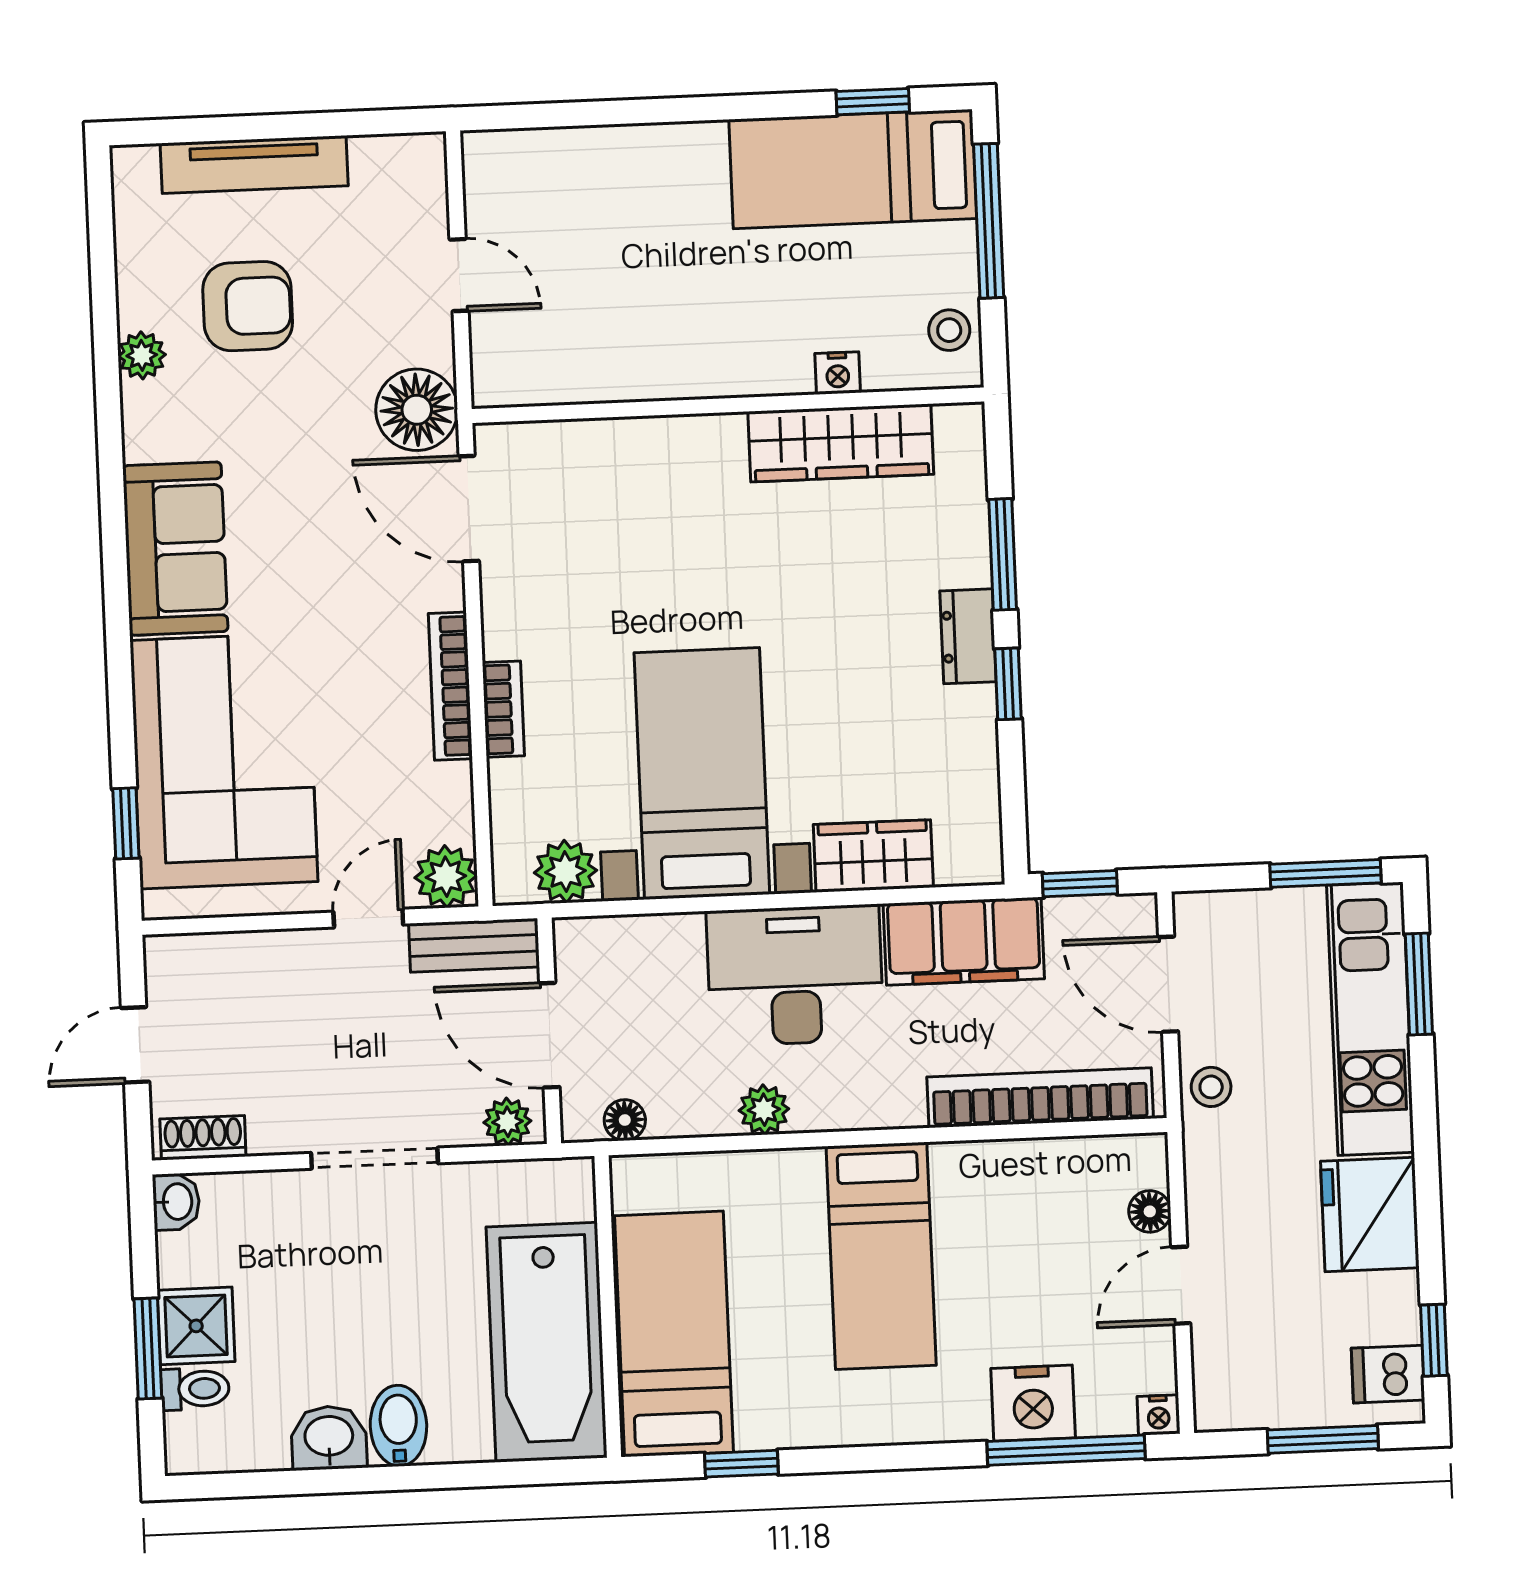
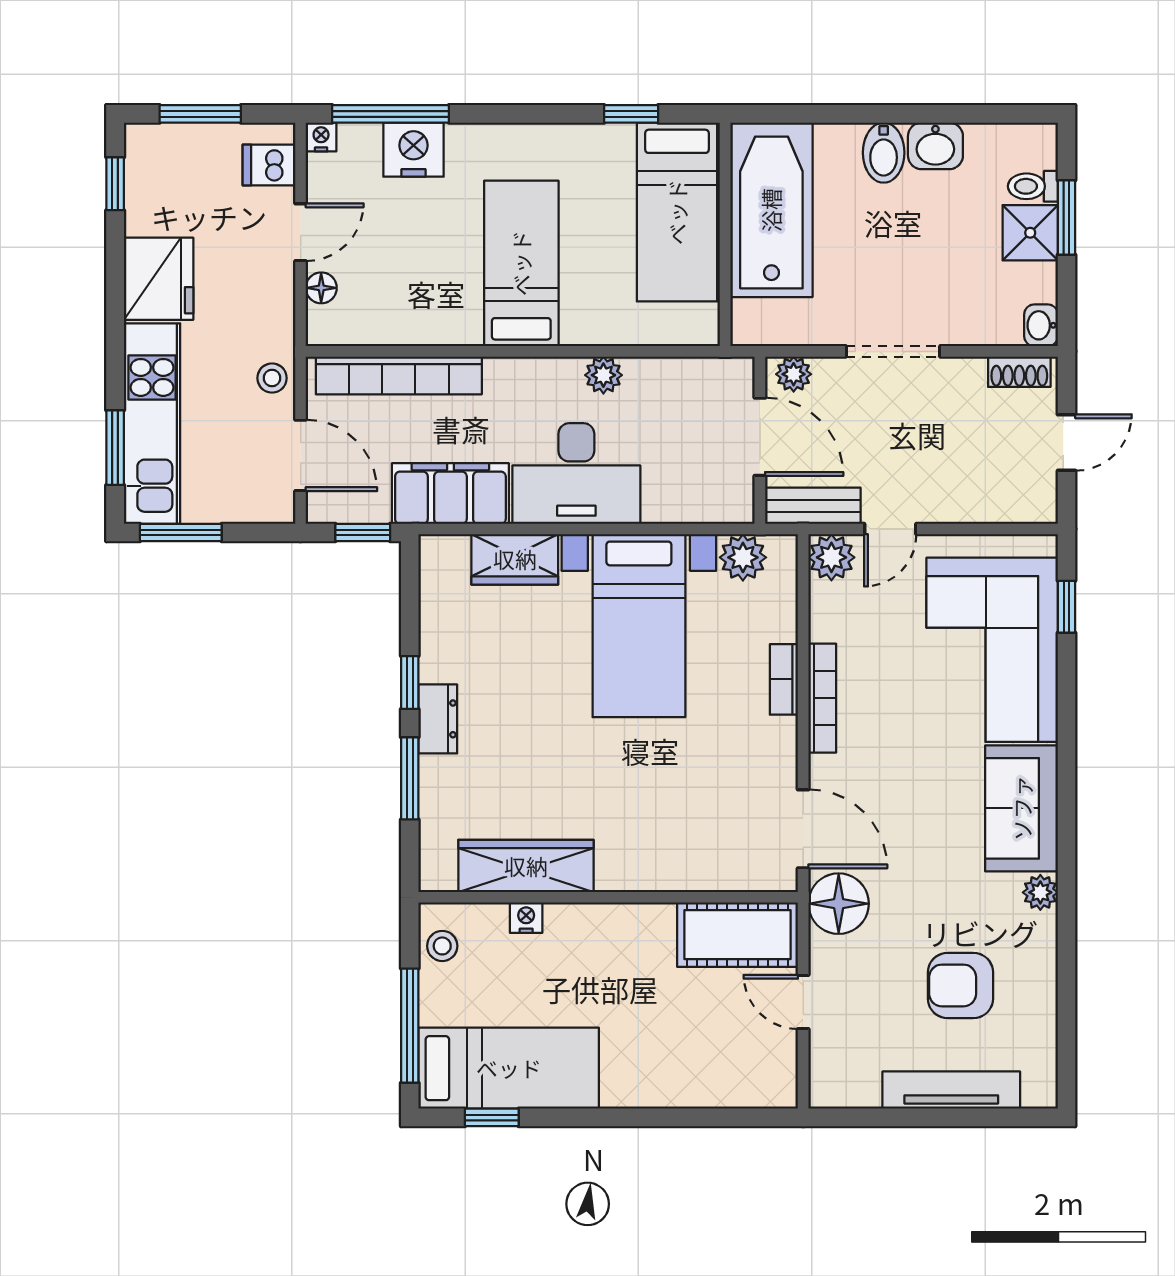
plant: (142, 355) -> (1040, 892), moved
cot: (551, 362) -> (738, 935), added
floor lamp: (625, 1120) -> (707, 372), removed
dishwasher: (1388, 1374) -> (269, 165), moved, turned 180

